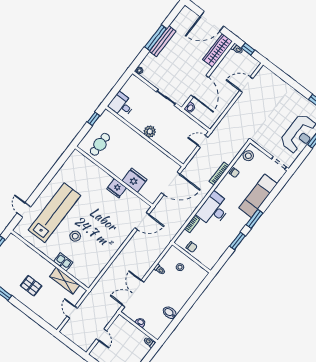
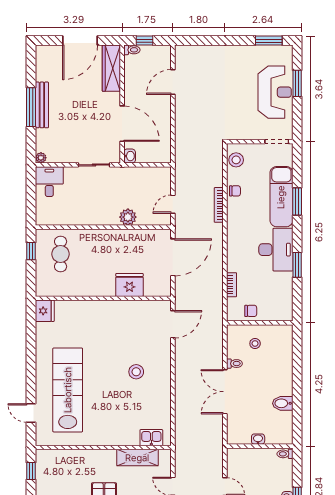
desk: (122, 105) -> (49, 182), moved, turned 90
plant: (150, 131) -> (128, 217), moved
door: (203, 141) -> (173, 204), moved
cafe table: (100, 144) -> (61, 254), moved
fridge: (117, 188) -> (45, 311), moved, turned -90
desk: (214, 210) -> (276, 250), moved, turned 180
window: (254, 219) -> (297, 202), moved
stool: (75, 236) -> (136, 372), moved
kitchen sink: (63, 262) -> (151, 438), moved
double door: (133, 293) -> (225, 392), moved

